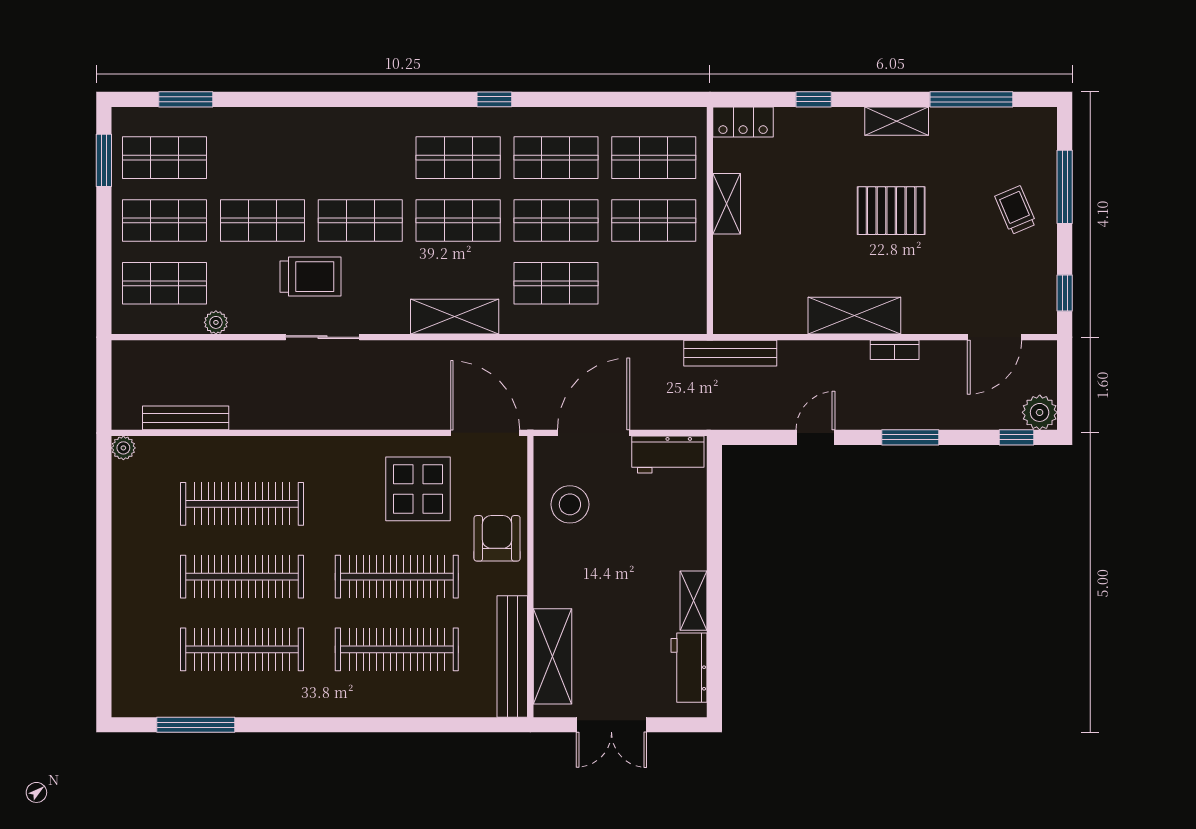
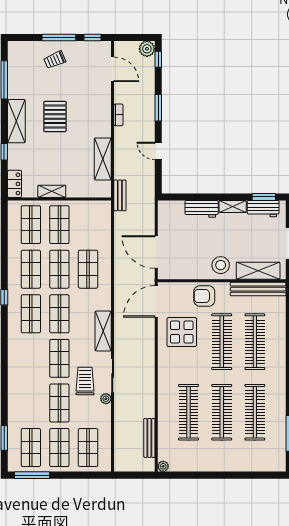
shelving: (897, 121) -> (16, 121), width x1.50, depth x1.33
window: (104, 160) -> (32, 475), width x1.44
window: (1065, 187) -> (59, 37), moved
shelving: (854, 316) -> (103, 159), moved
shelving: (455, 317) -> (103, 331), moved
plant: (216, 322) -> (106, 399), moved
bench: (730, 353) -> (120, 195), width x0.73
workbench: (668, 455) -> (202, 209), moved, turned 90
stool: (570, 504) -> (221, 265), moved
window: (714, 669) -> (264, 197), added

